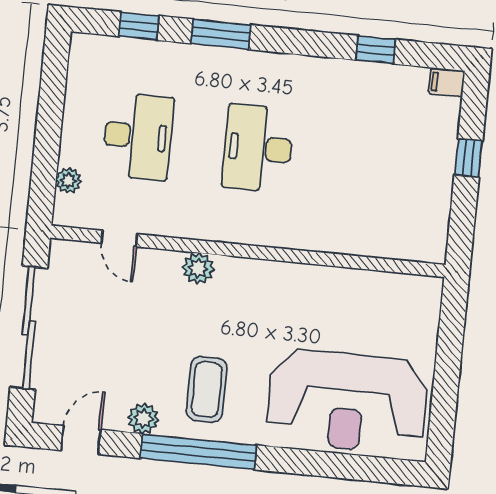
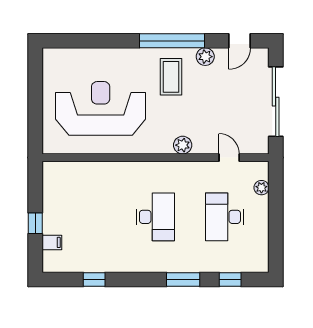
filing cabinet: (447, 83) -> (52, 242), moved
reception desk: (347, 401) -> (101, 108), moved

